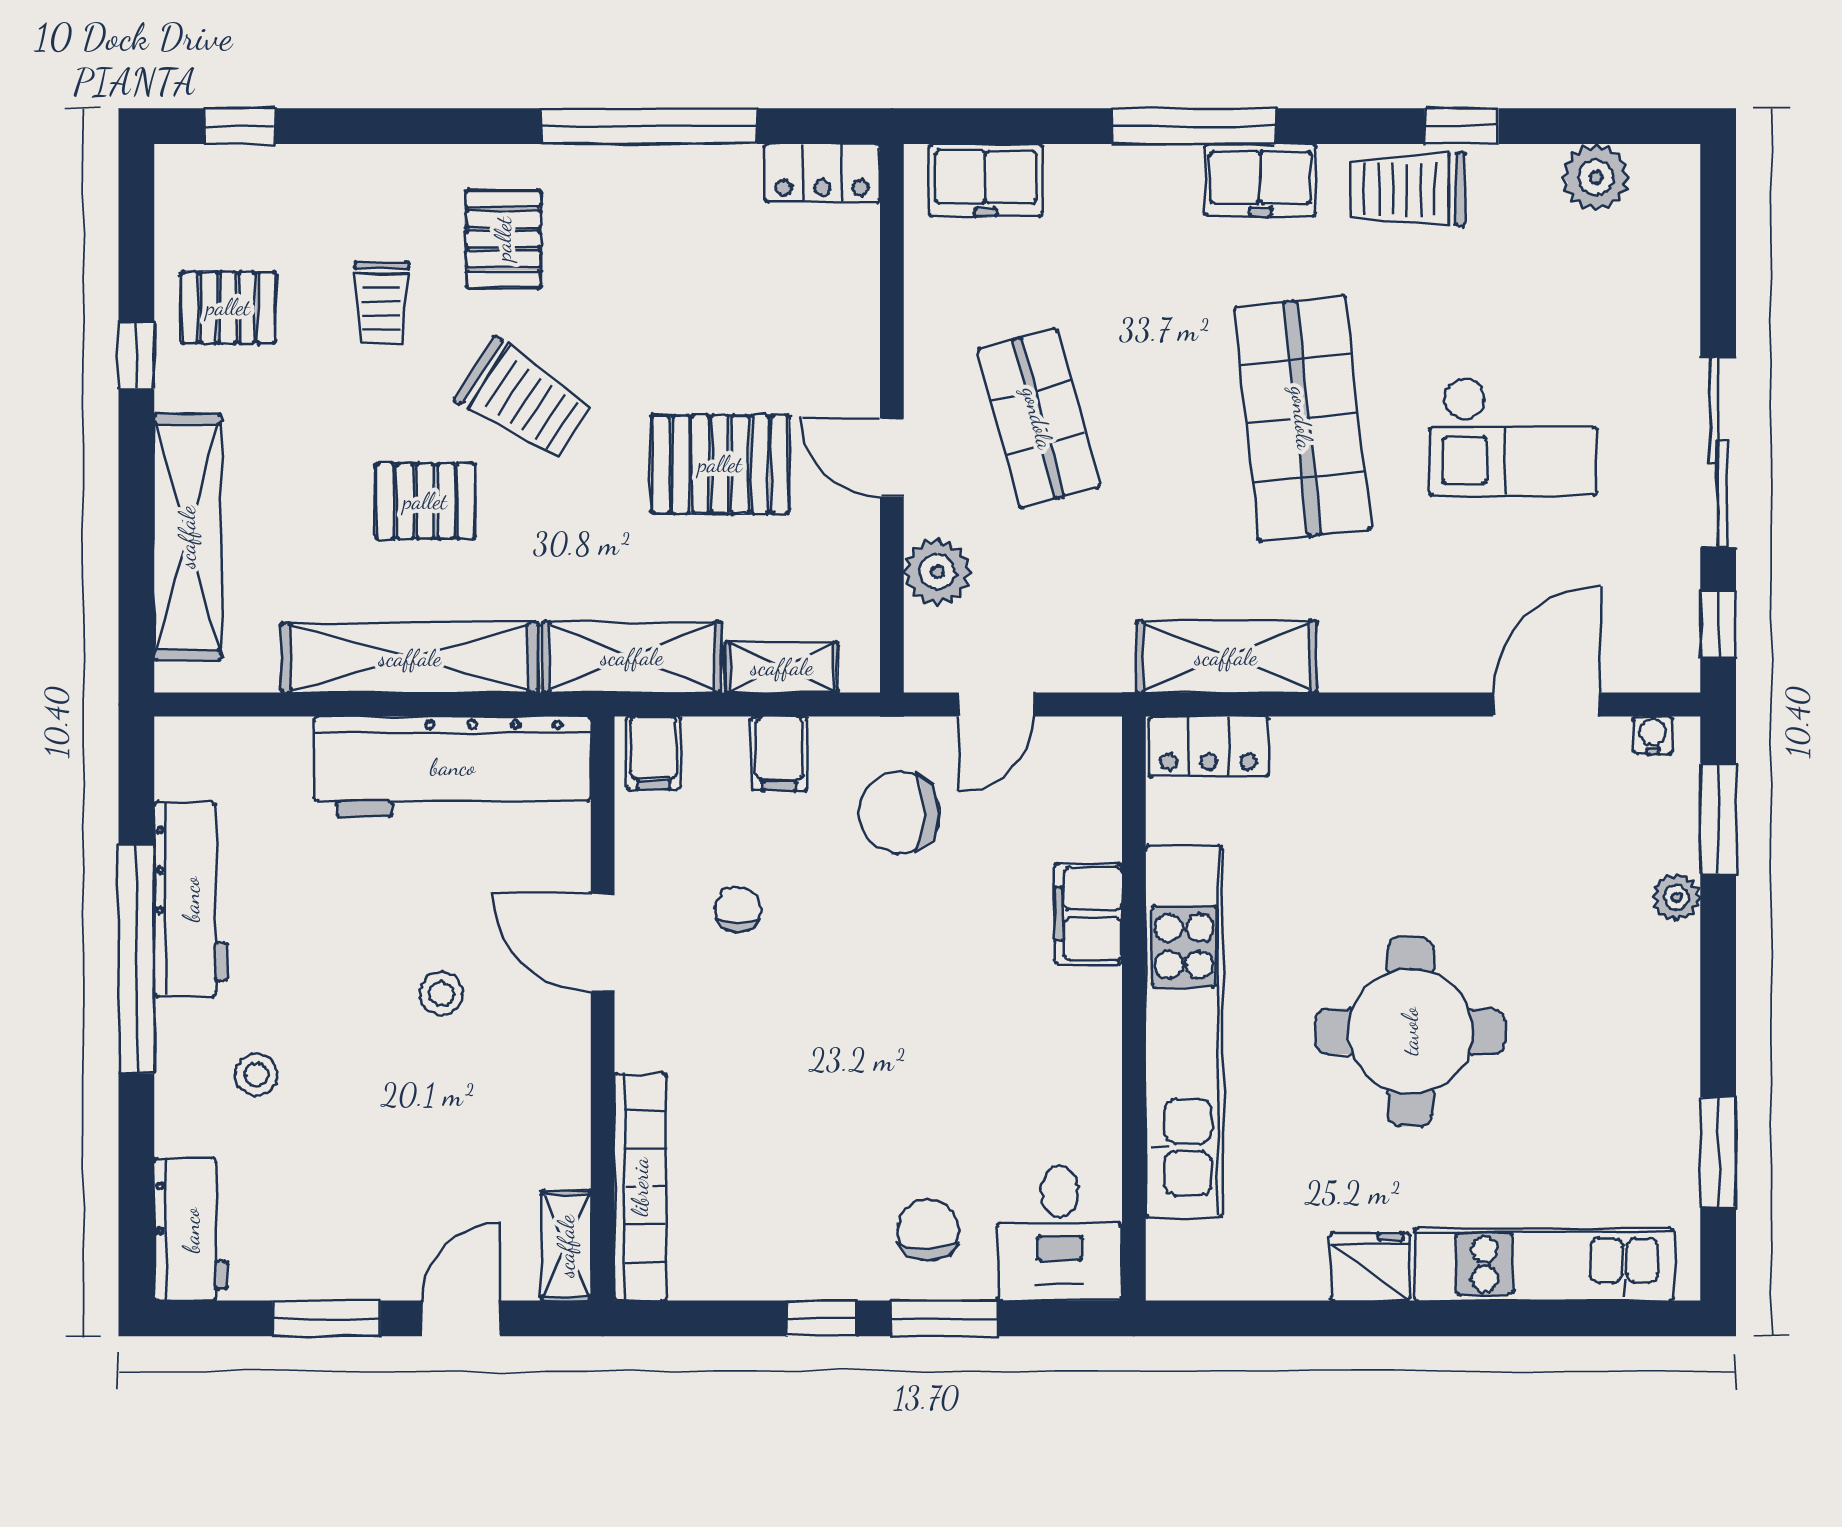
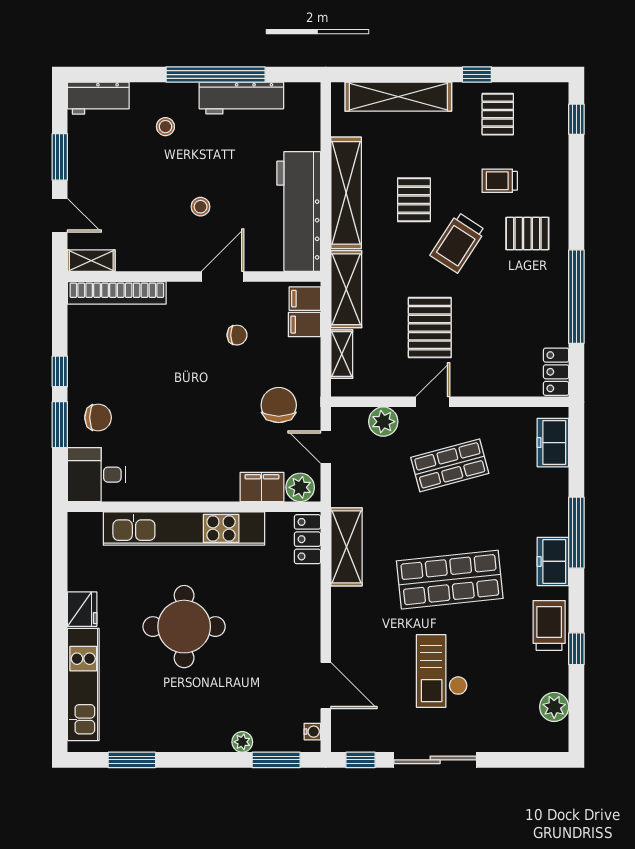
filing cabinet: (779, 754) -> (304, 325), moved
plant: (1089, 764) -> (300, 487), added
filing cabinet: (1088, 914) -> (262, 487), moved

